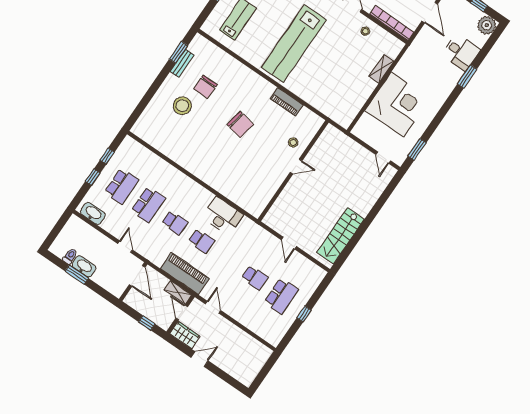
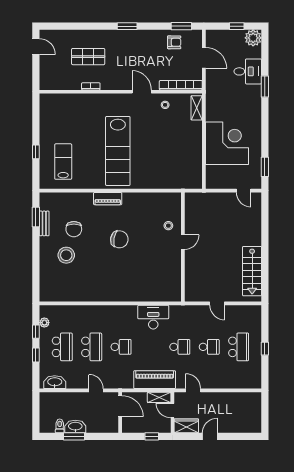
shelving: (381, 69) -> (197, 108), moved
piano: (286, 102) -> (108, 199), moved
plant: (121, 153) -> (44, 323), added
school desk: (201, 241) -> (180, 347), moved

